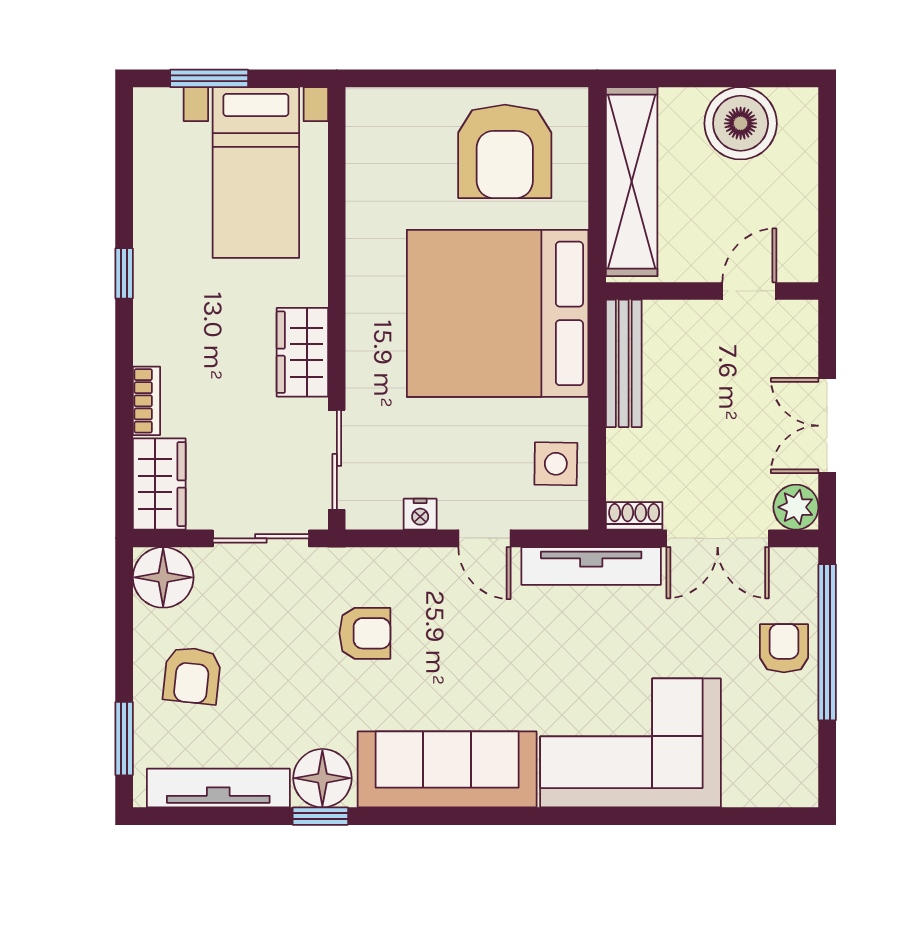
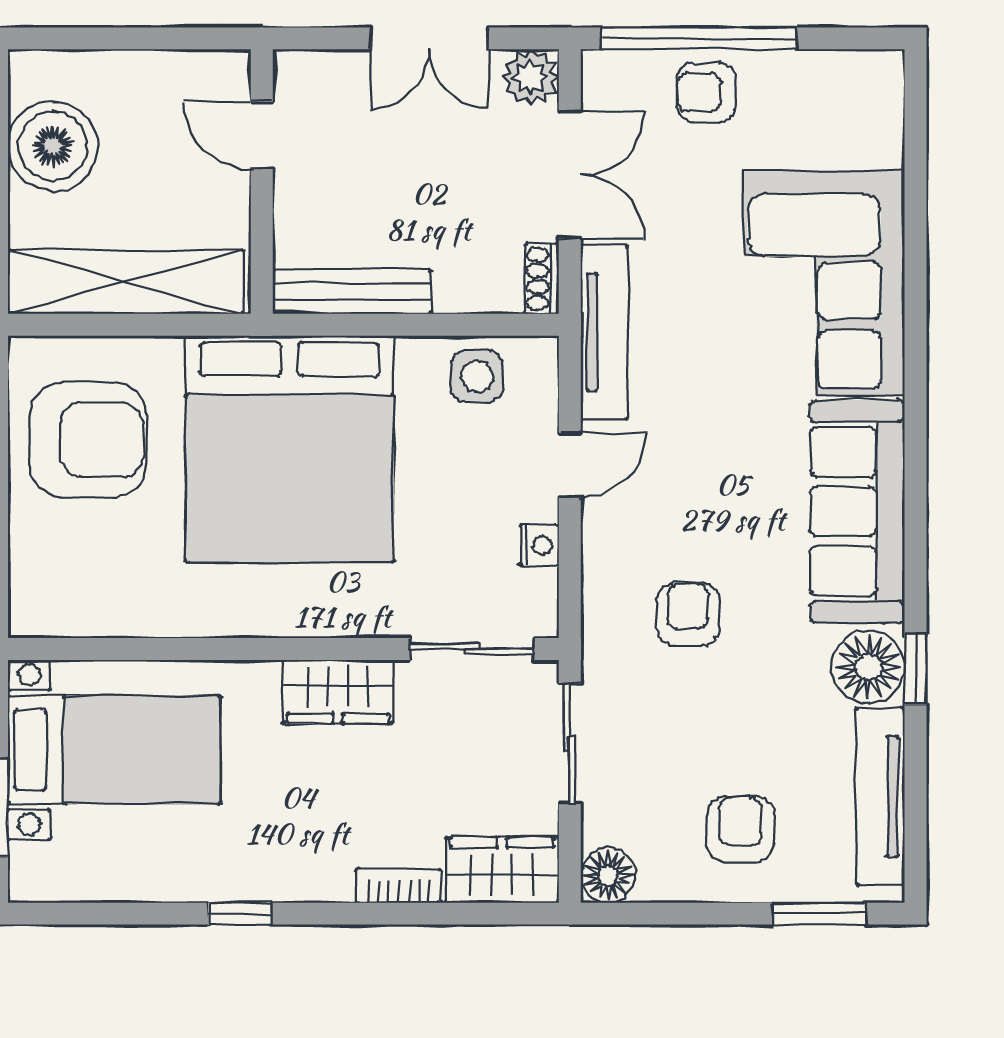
floor lamp: (163, 577) -> (608, 875), width x0.73, depth x0.73
armchair: (192, 675) -> (740, 829), turned -96

